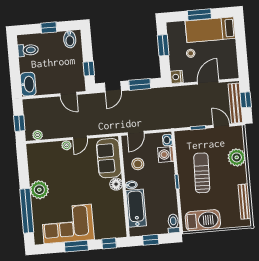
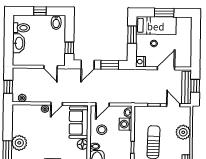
bed: (210, 30) -> (156, 26), moved, turned 180
washbasin: (28, 84) -> (19, 43), moved

